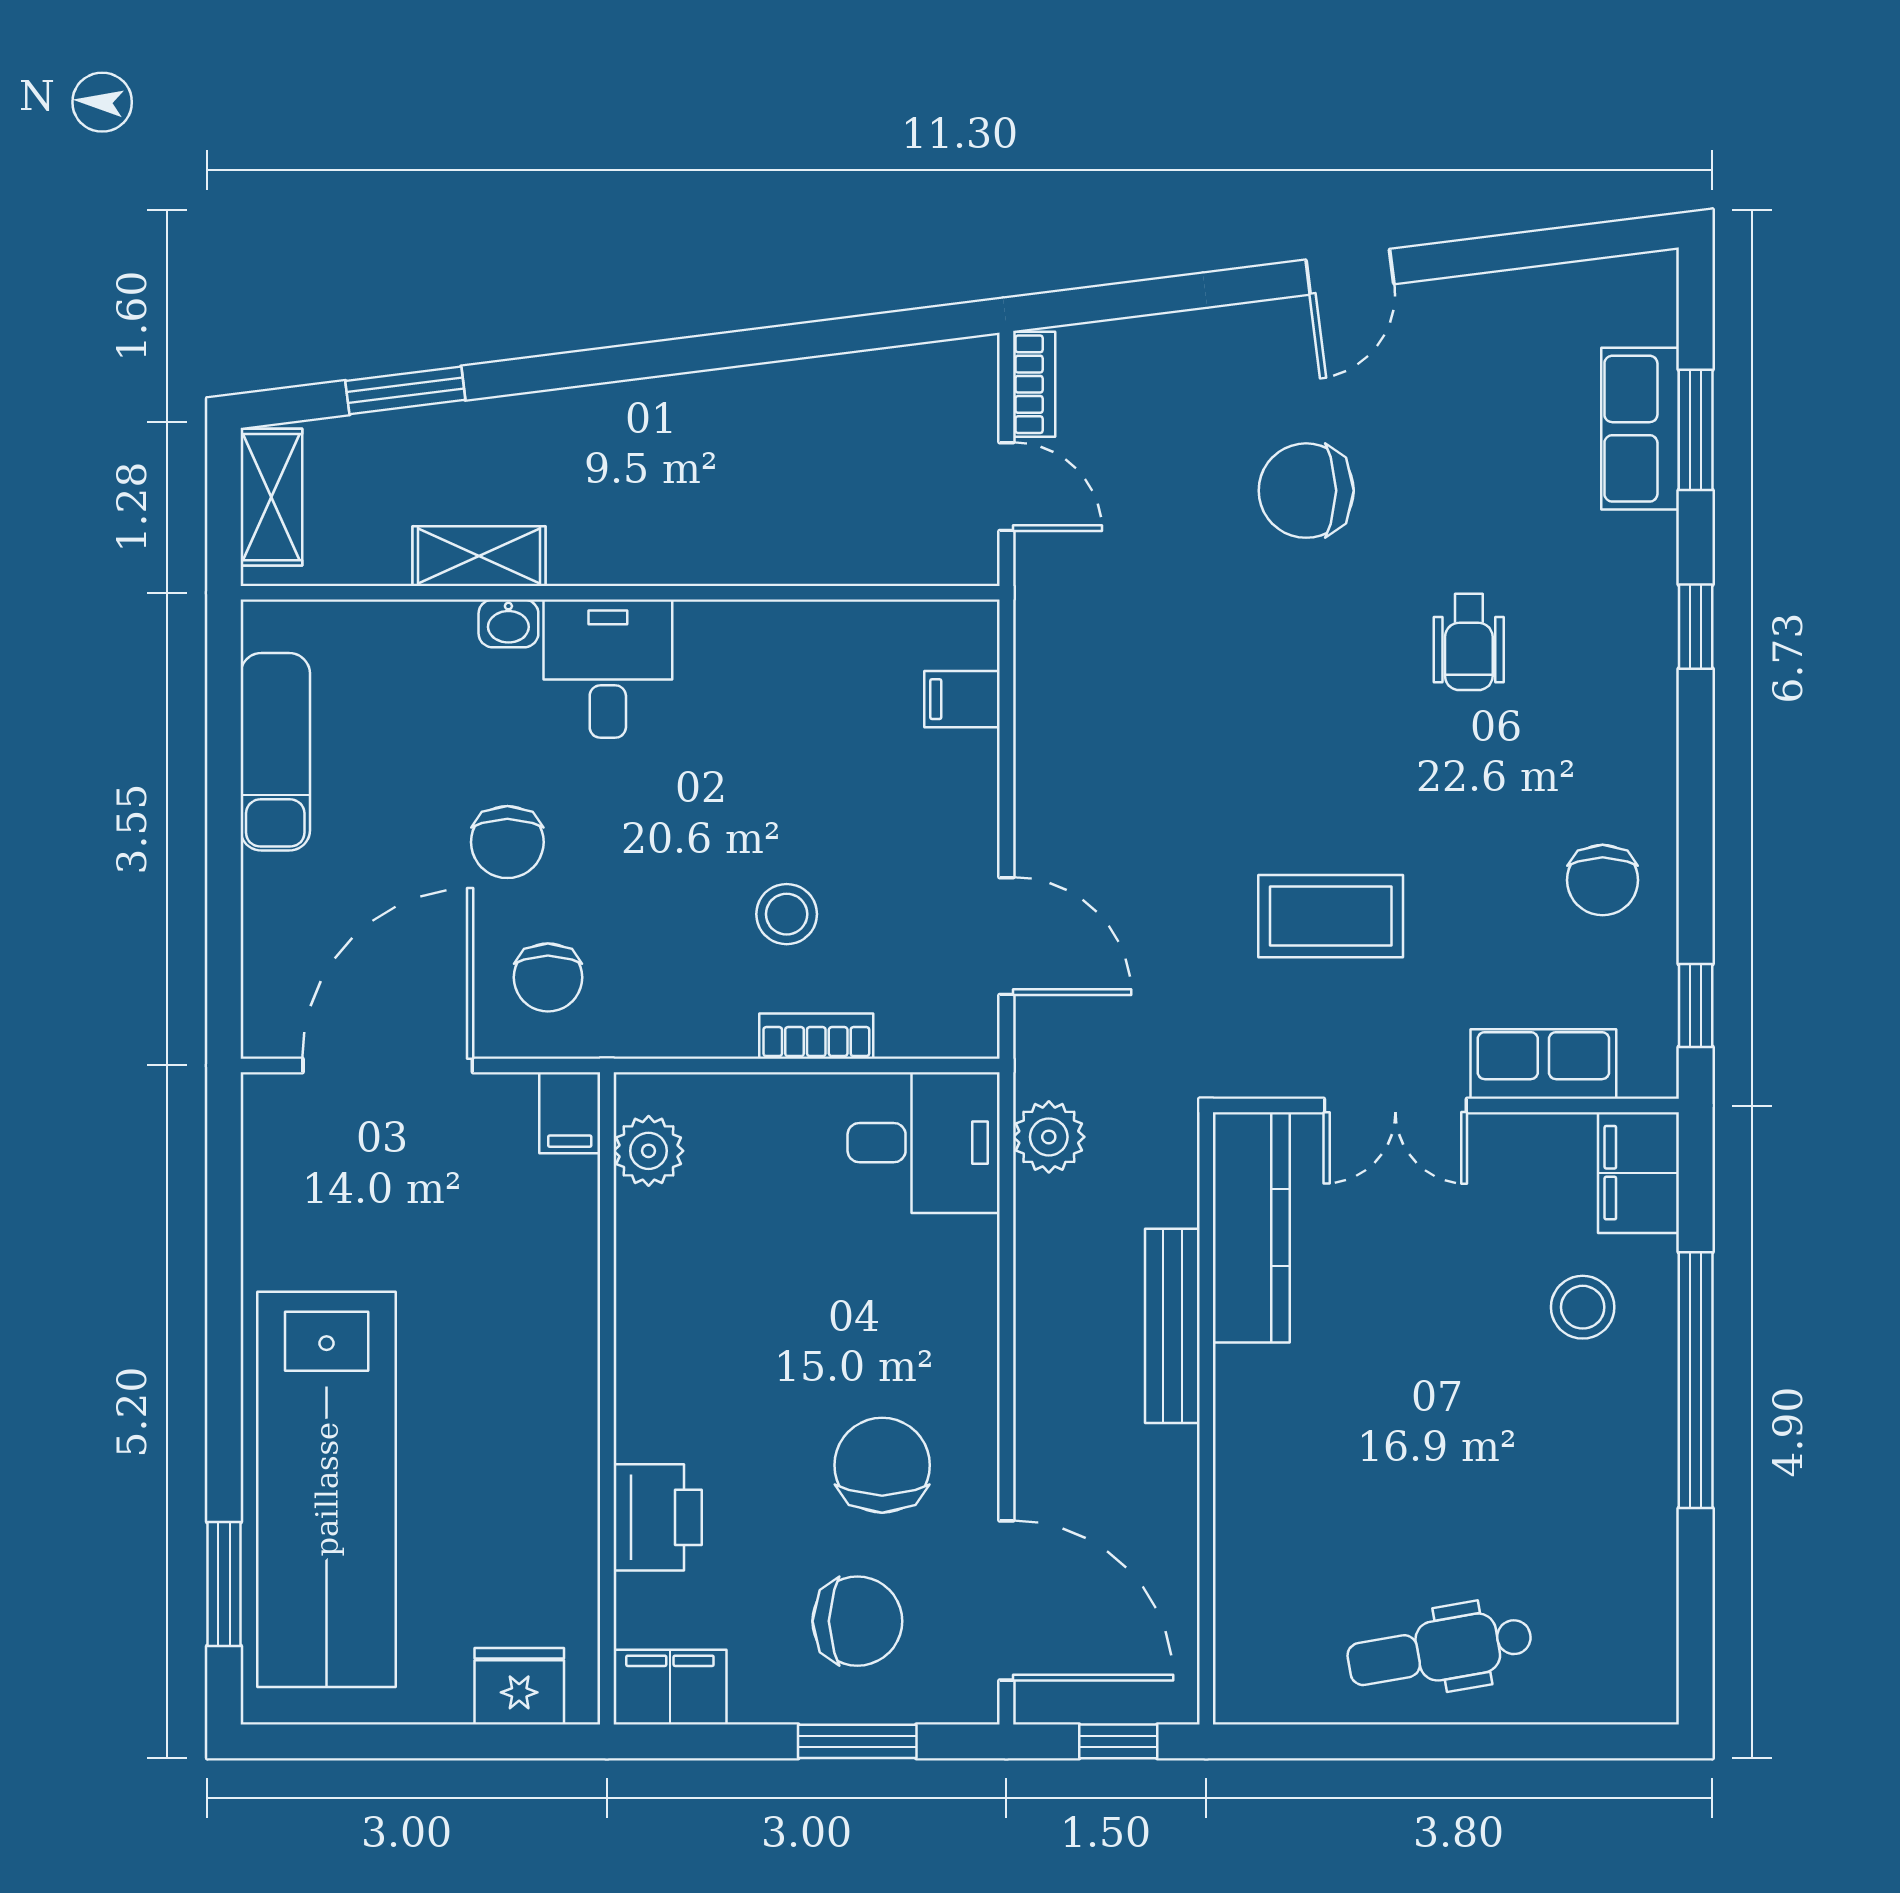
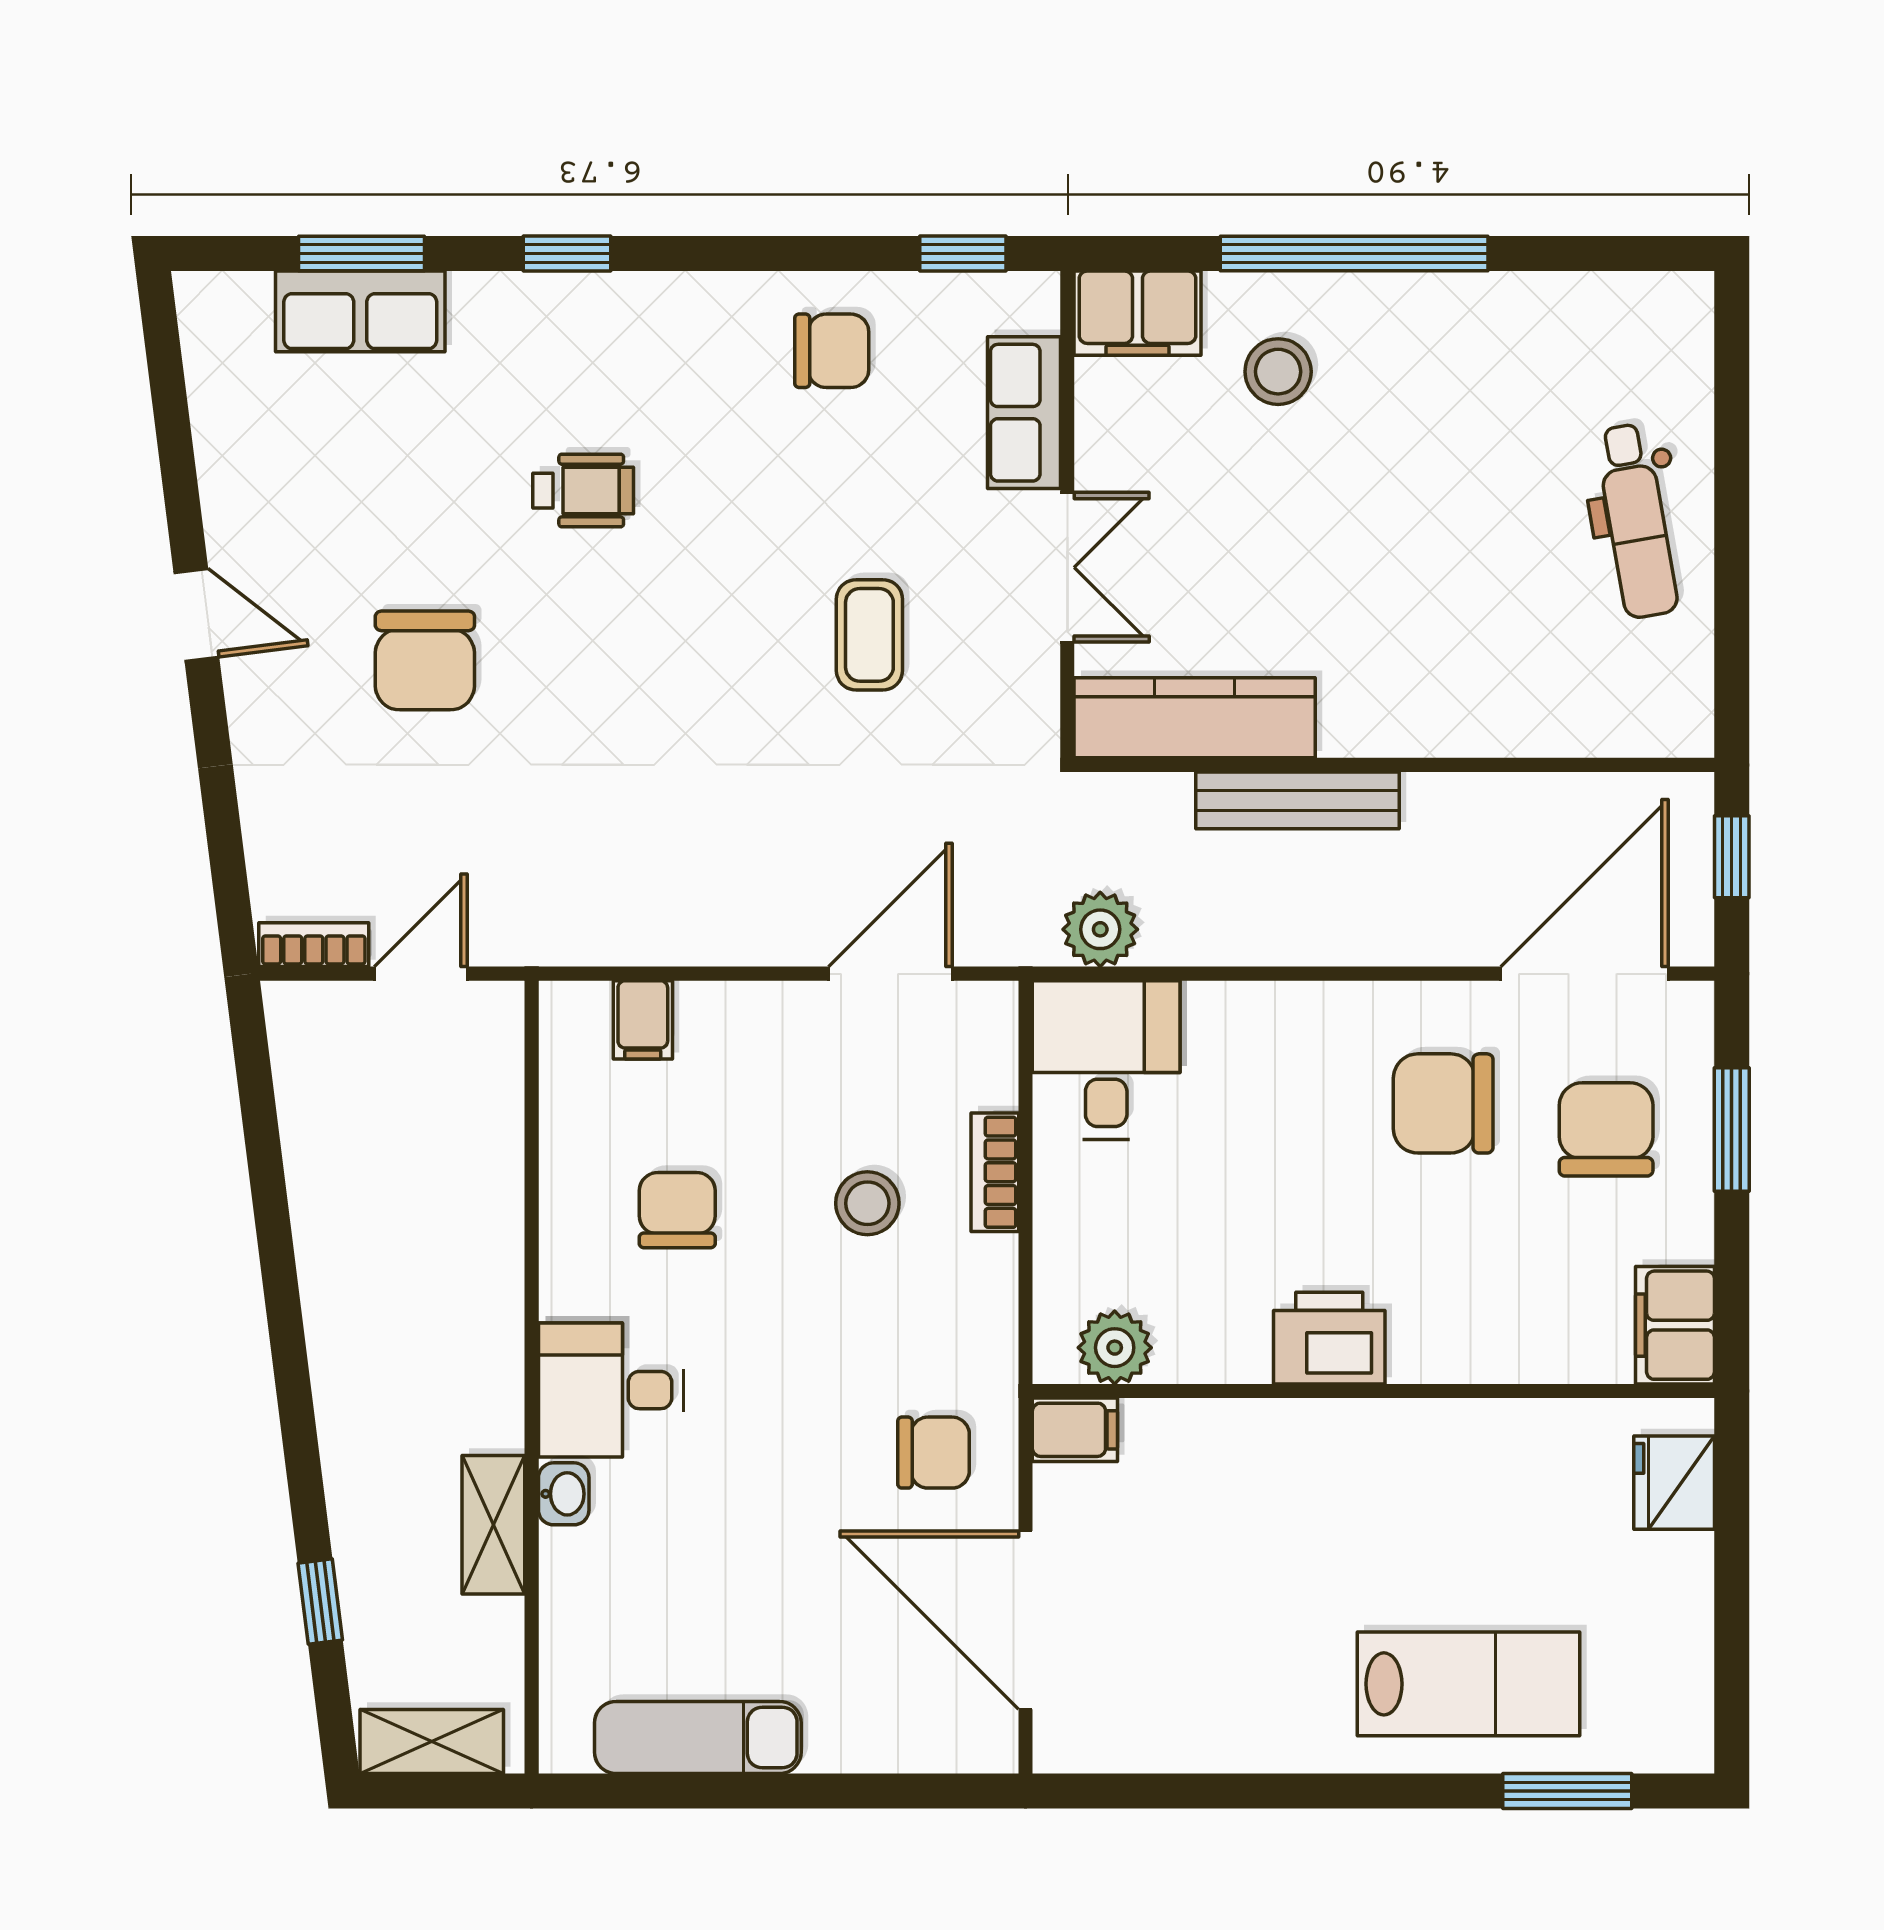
window: (405, 390) -> (320, 1602), width x0.67
chair: (507, 842) -> (677, 1210), moved, turned -90
coffee table: (1331, 916) -> (869, 635), width x0.73, depth x0.77
lab bench: (327, 1489) -> (1468, 1684), width x0.54, depth x0.72
printer: (658, 1517) -> (1329, 1338), moved

